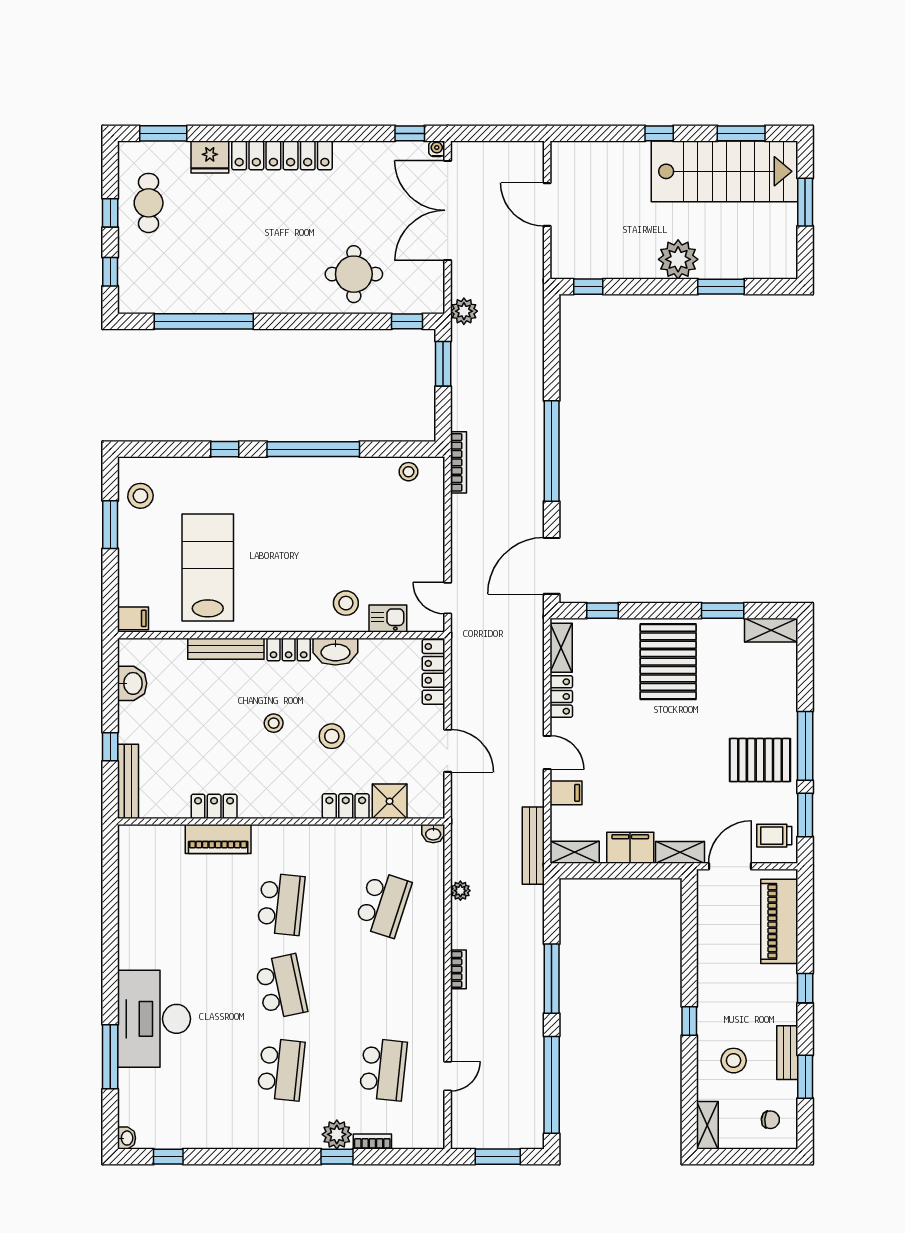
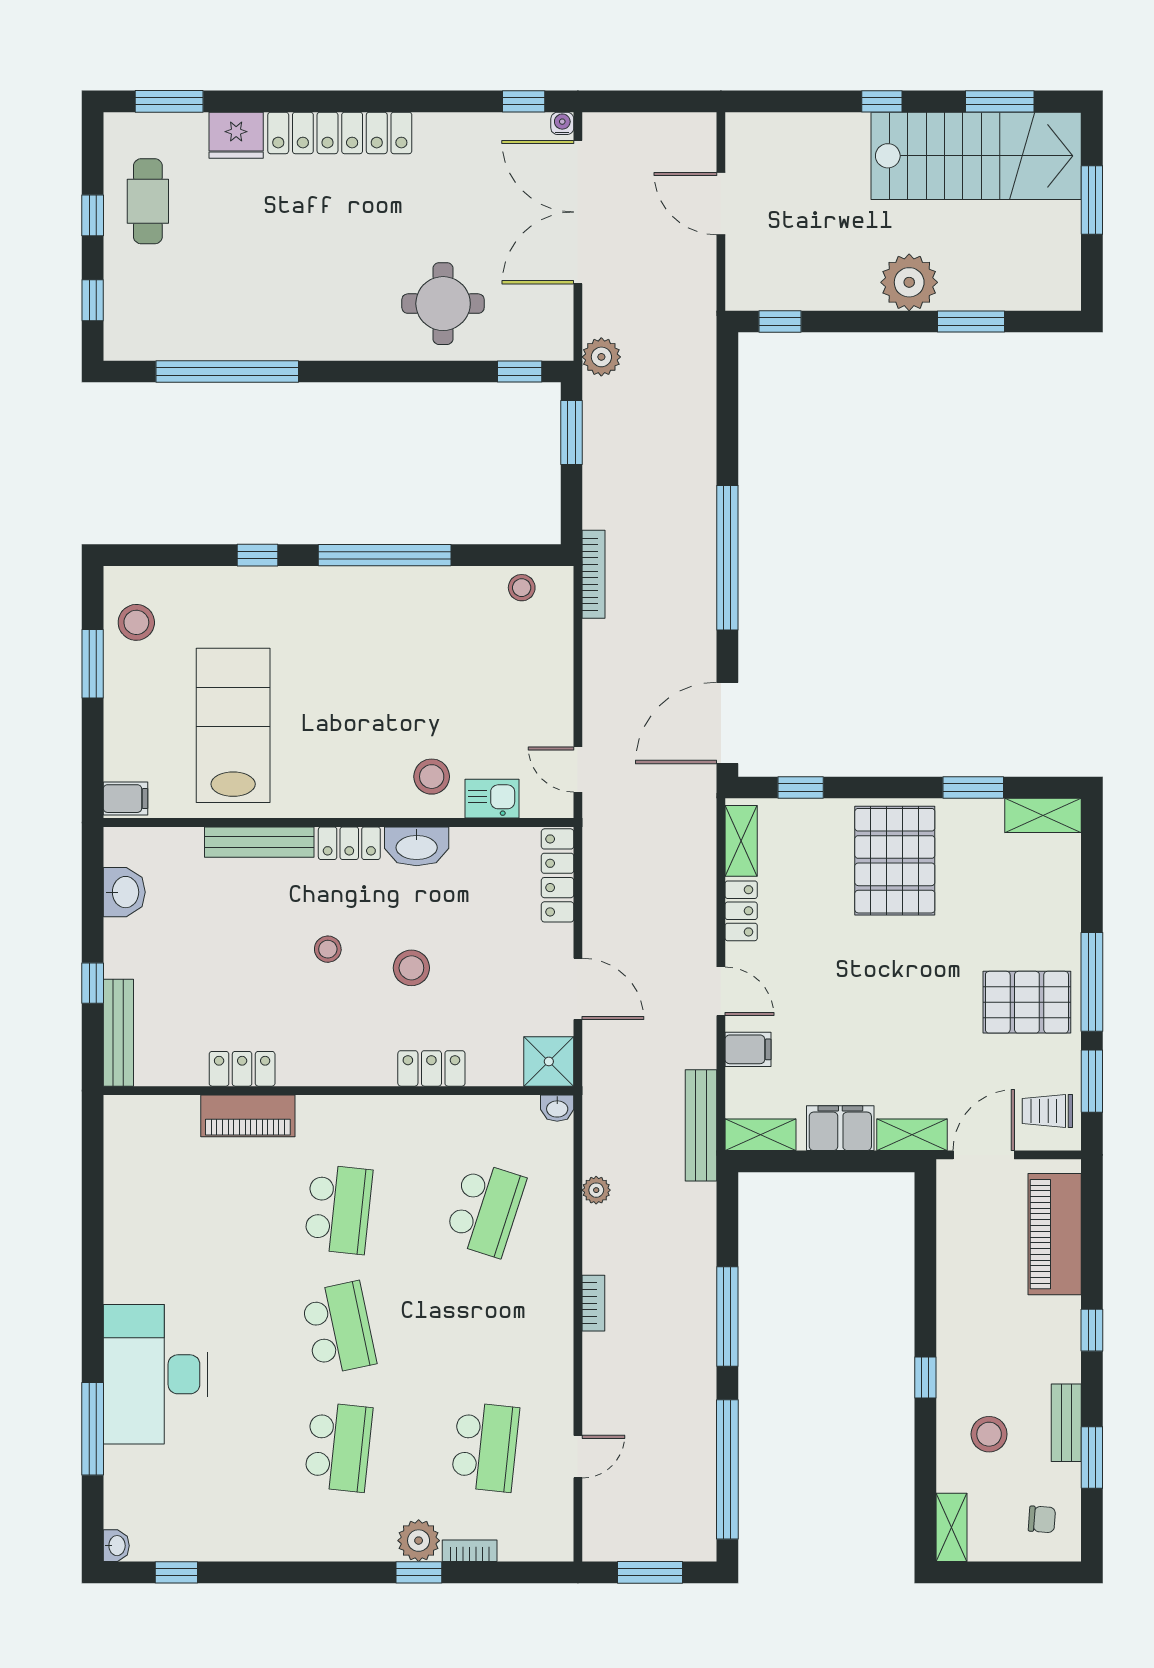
shower: (390, 801) -> (549, 1061), moved

